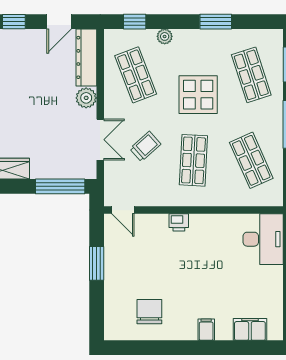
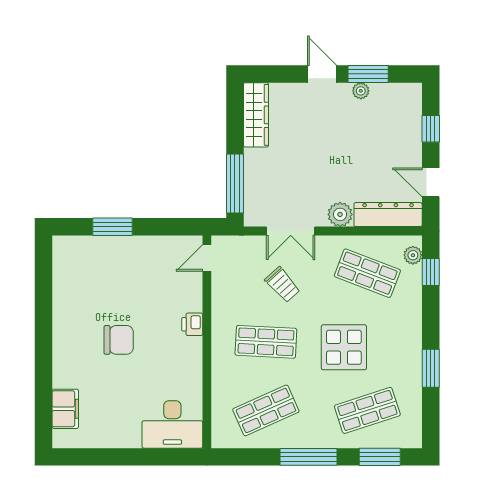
plant: (165, 36) -> (413, 255), moved
shop shelf: (136, 75) -> (367, 273), turned 42
window: (97, 263) -> (112, 227), moved
chair: (149, 312) -> (119, 340), moved
filing cabinet: (206, 330) -> (65, 357), removed

